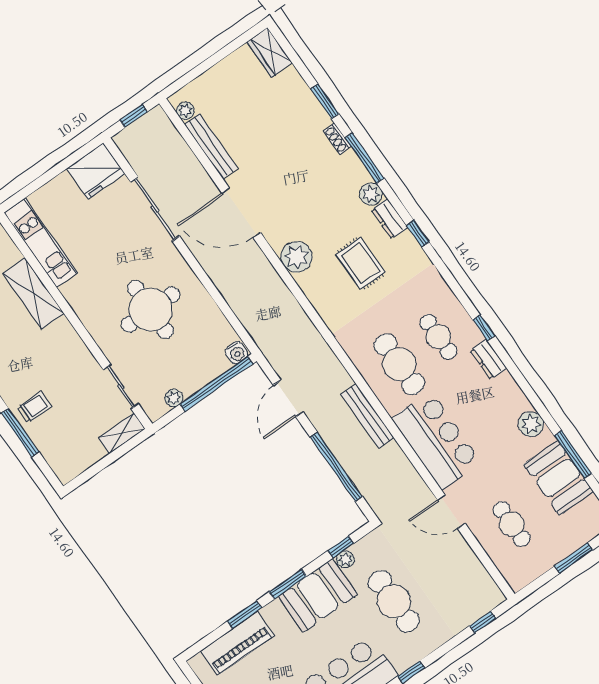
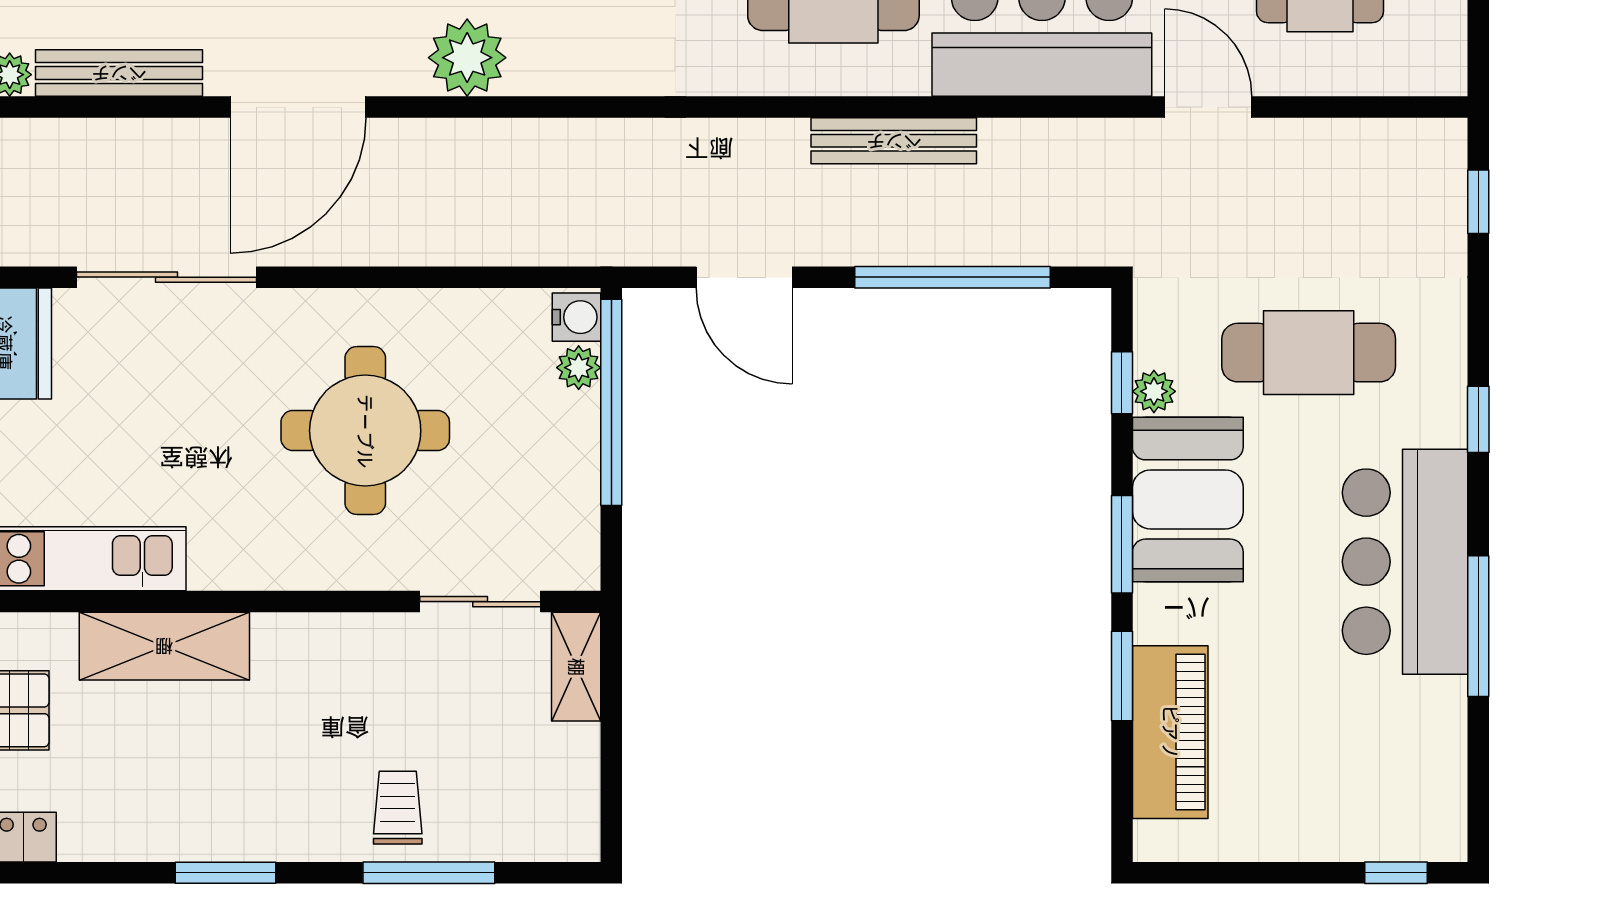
plant: (174, 398) -> (579, 368), moved
door: (451, 512) -> (1208, 107), swing flipped

